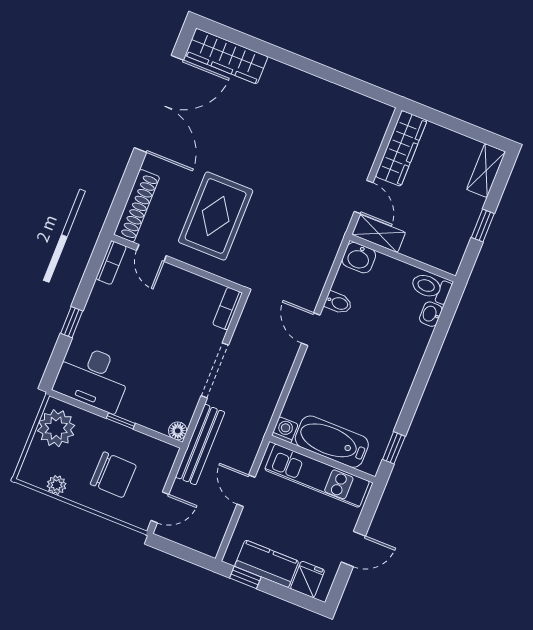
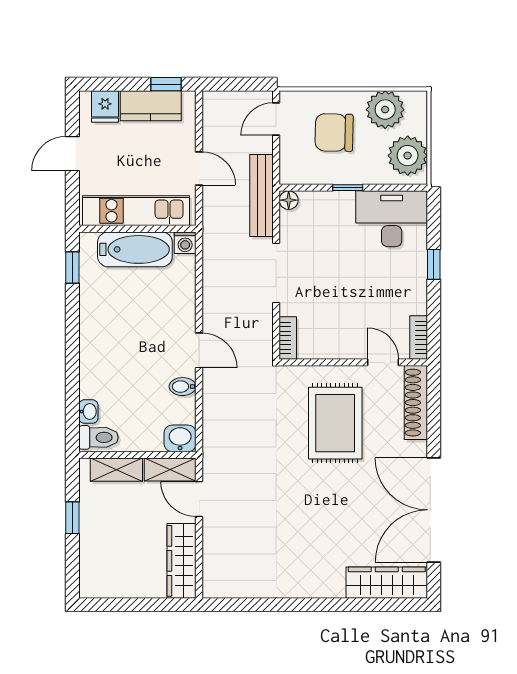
shelving: (486, 171) -> (116, 470), moved, turned 90
plant: (57, 485) -> (385, 110), width x1.88, depth x1.88

